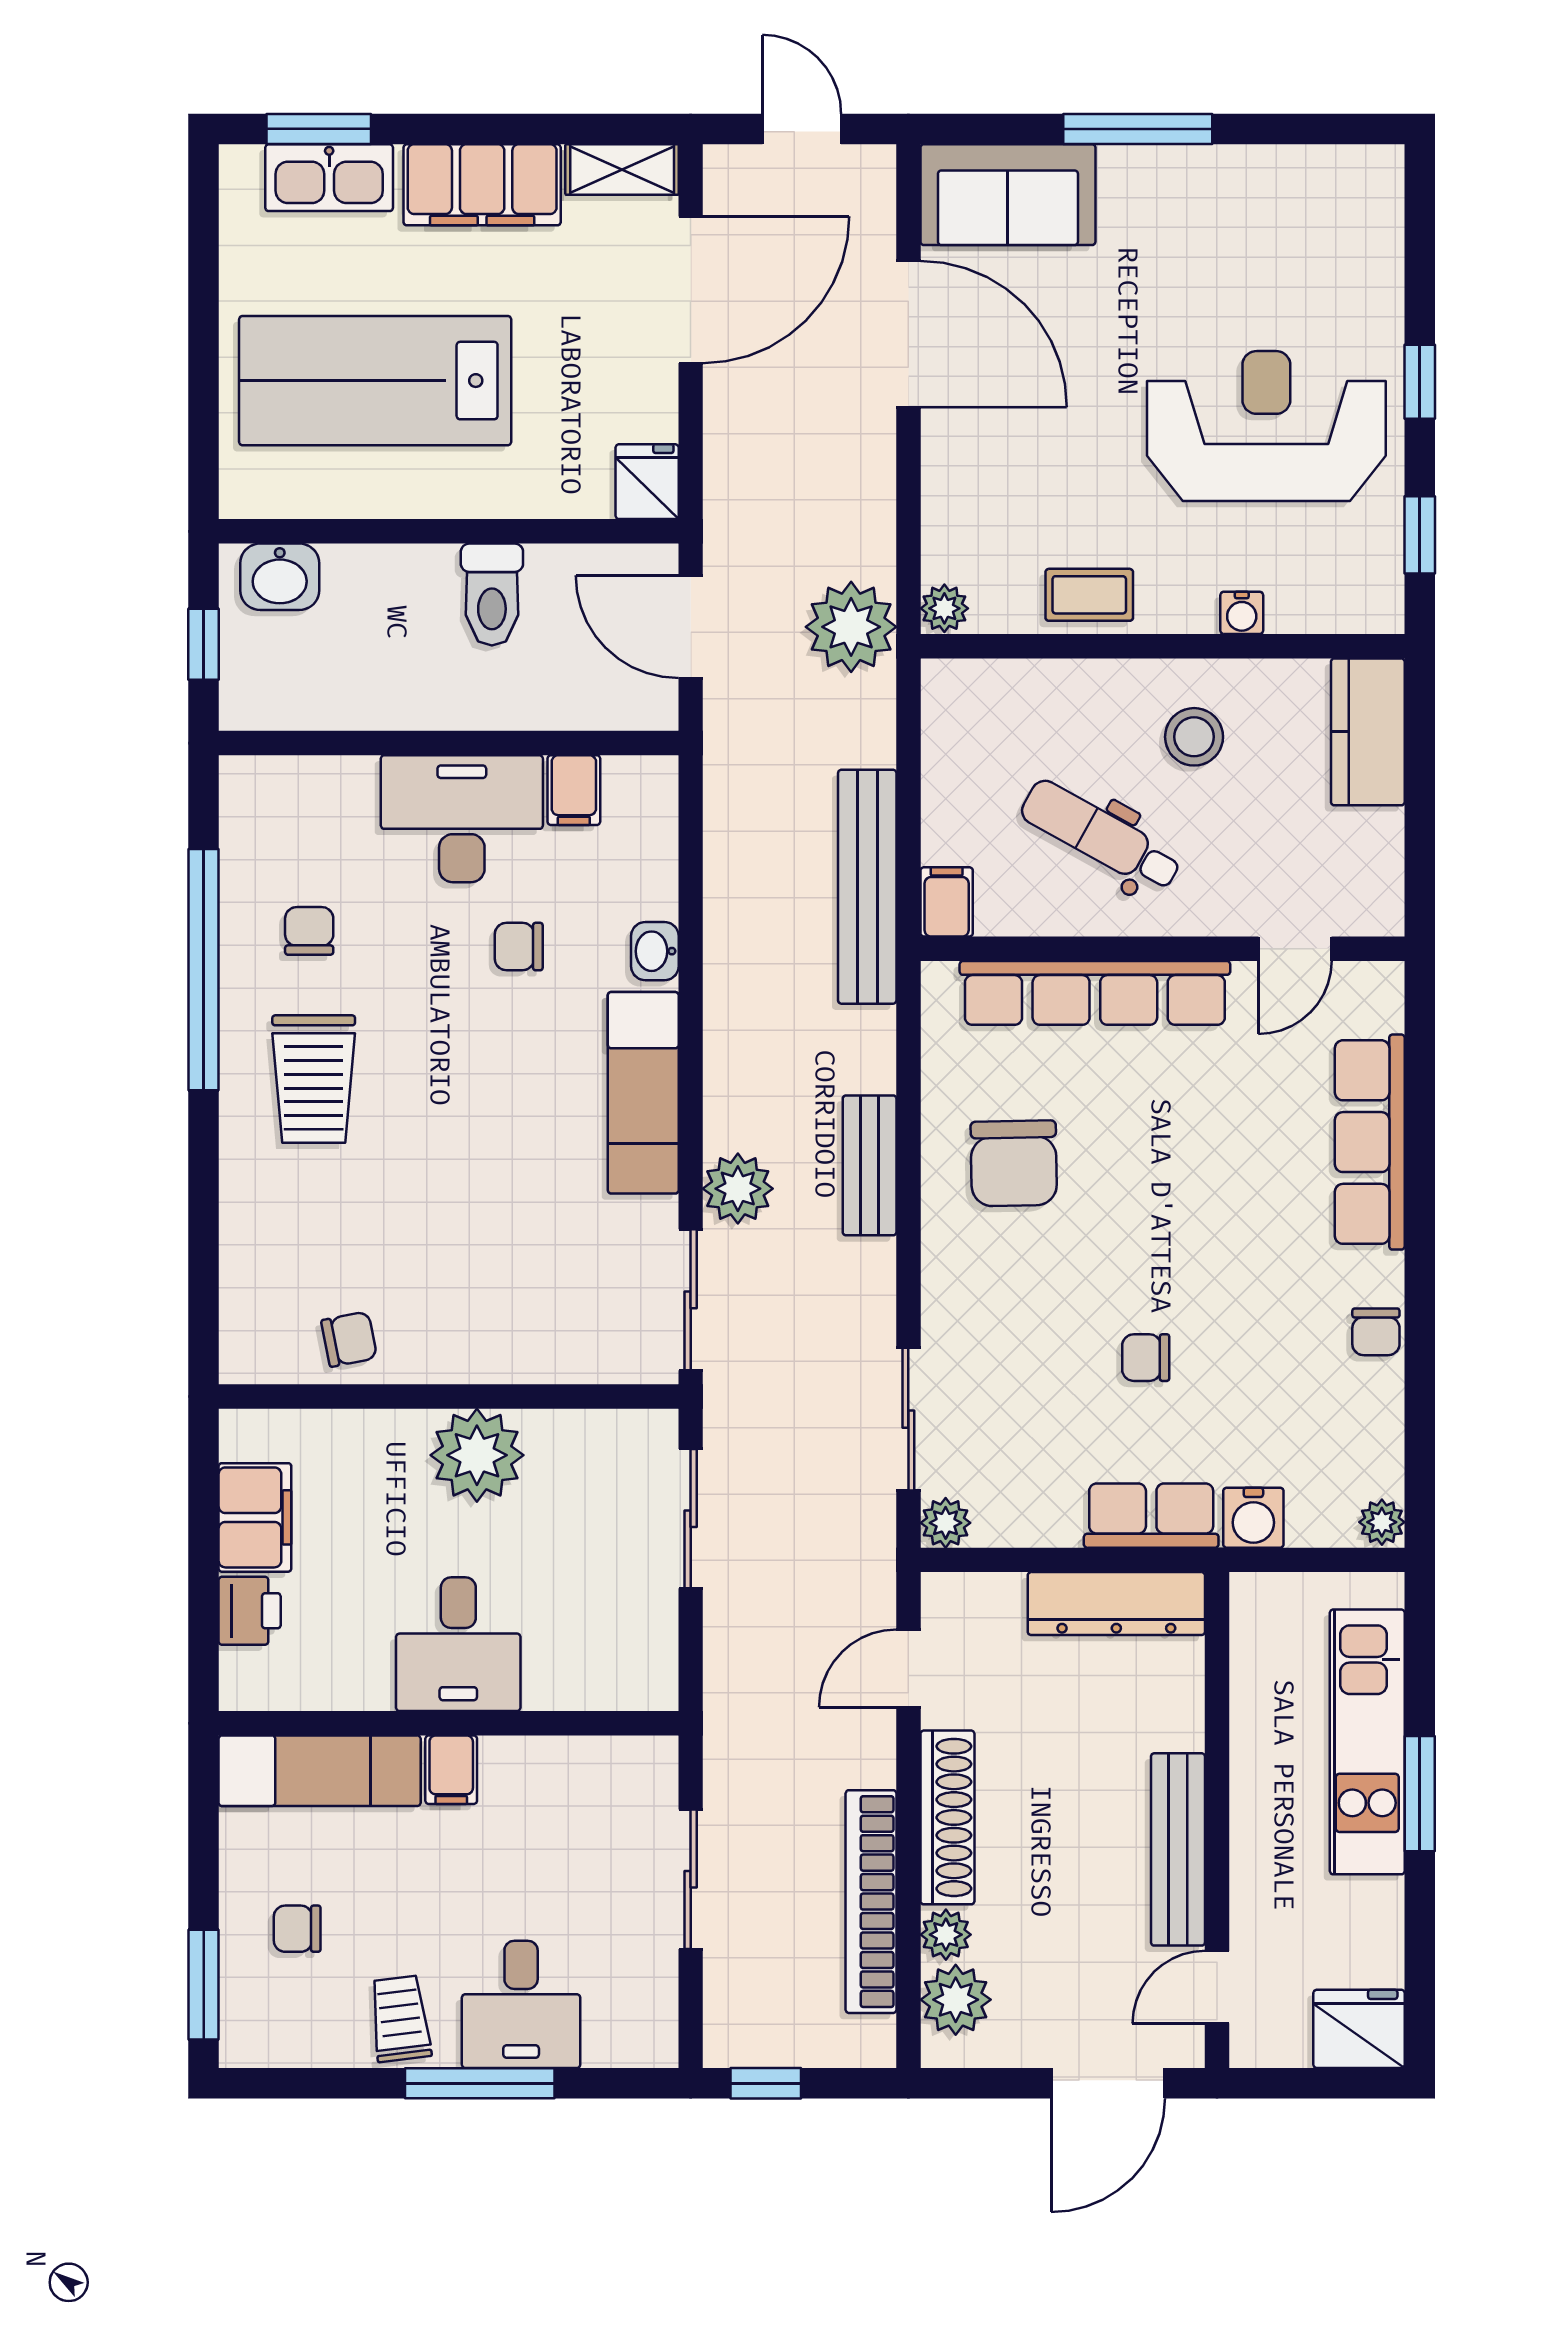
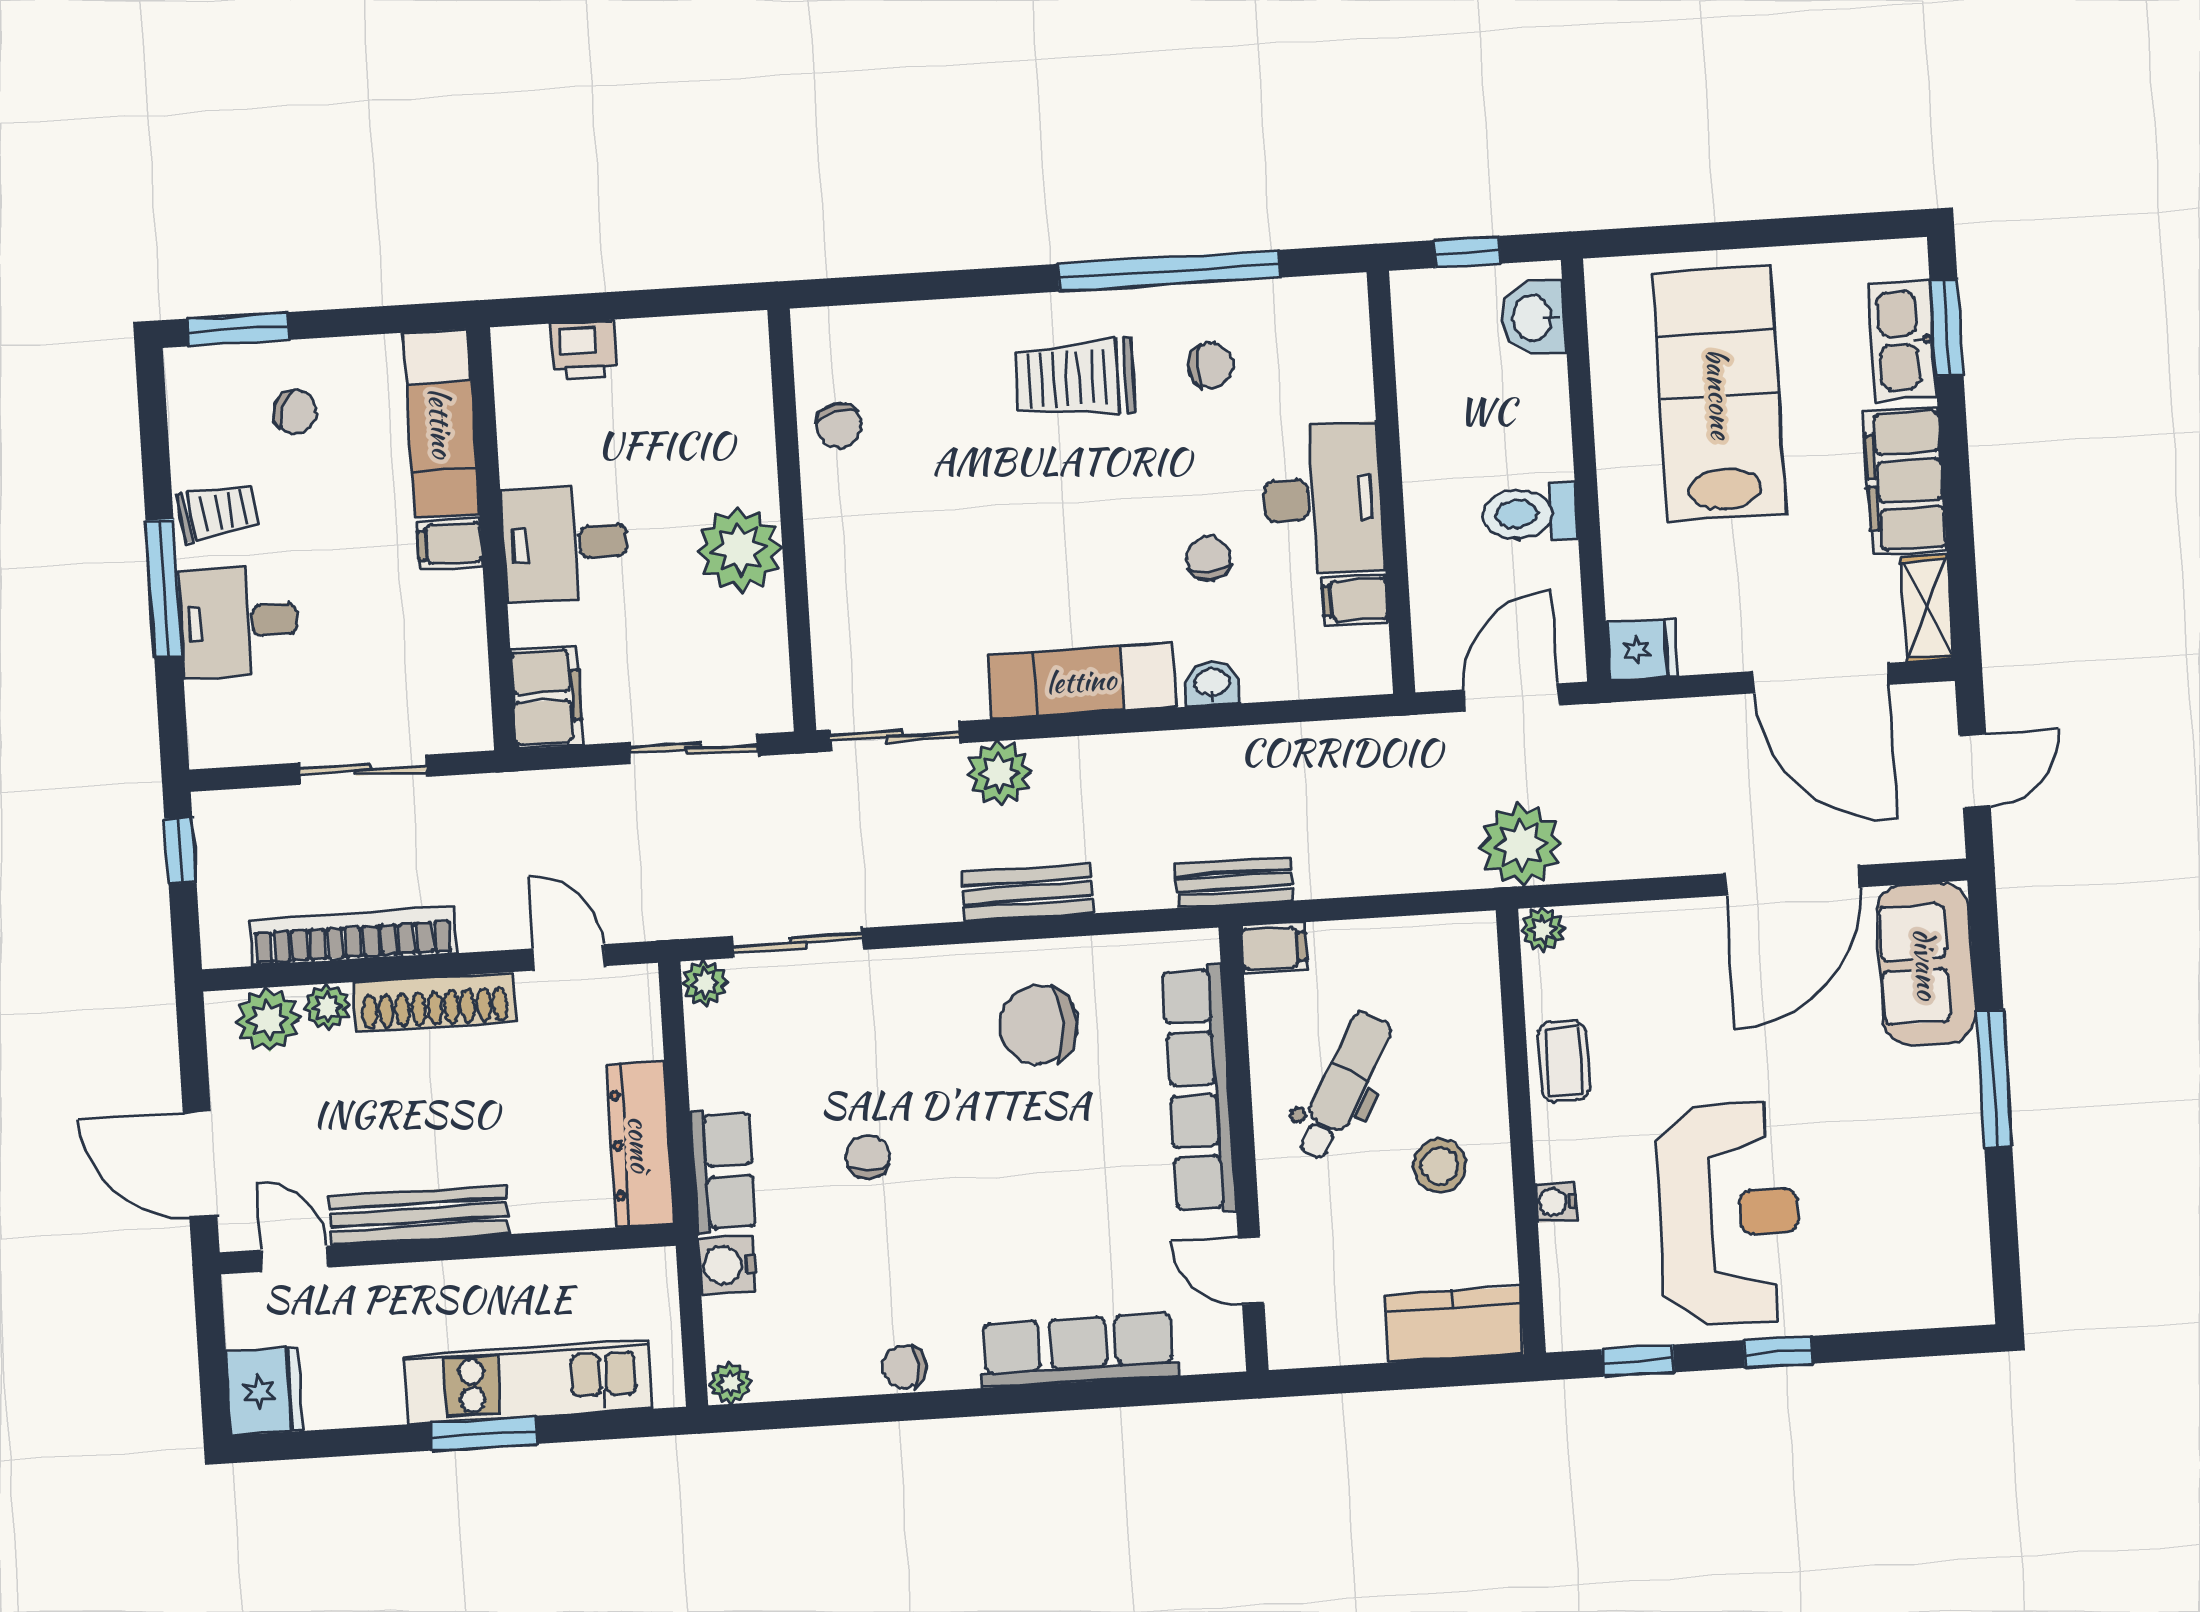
bench: (867, 887) -> (1234, 882), width x0.54, depth x0.82
filing cabinet: (255, 1517) -> (547, 697), moved, turned -90
chair: (297, 1929) -> (295, 412), turned 112

